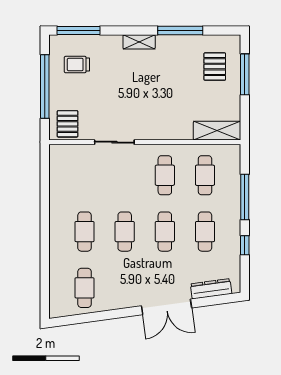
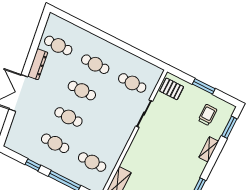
window: (78, 30) -> (229, 127), width x0.69
shelving: (139, 42) -> (209, 149), moved
window: (45, 87) -> (204, 86), width x0.47
cafe table: (165, 175) -> (132, 83), moved
dresser: (211, 289) -> (38, 64), moved

